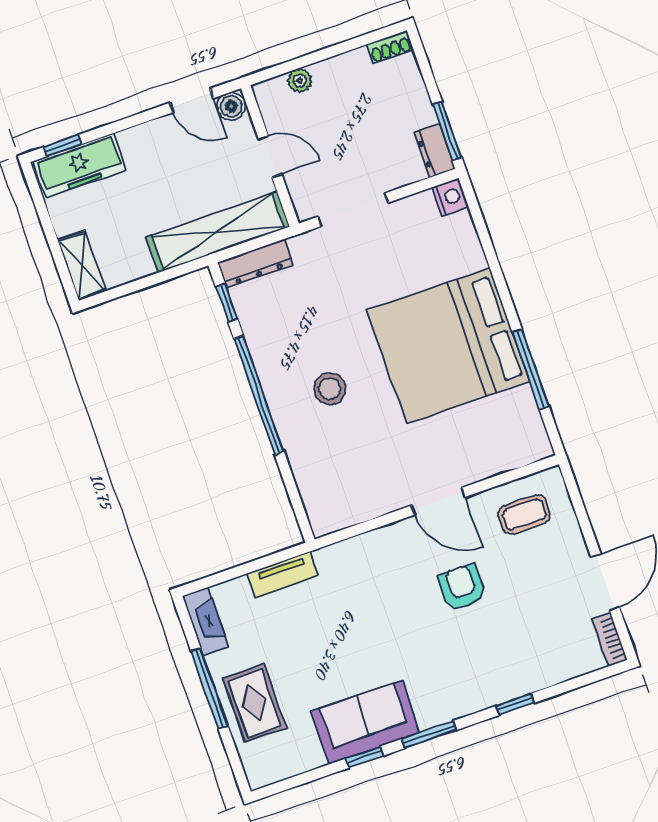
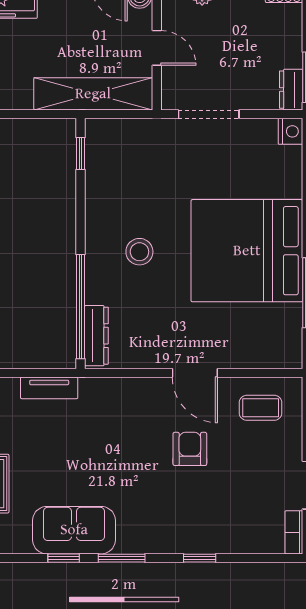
dresser: (255, 264) -> (96, 336), moved, turned -90
window: (259, 395) -> (80, 307), moved

